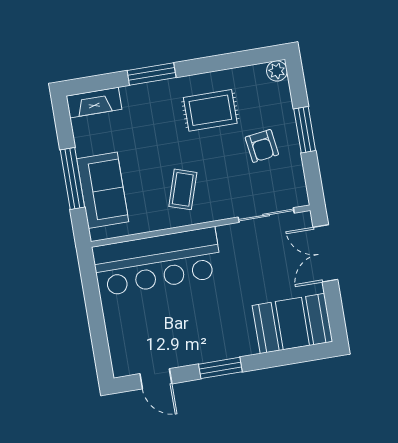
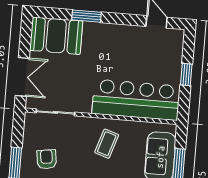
window: (95, 315) -> (186, 75), added
window: (220, 368) -> (87, 16), moved

